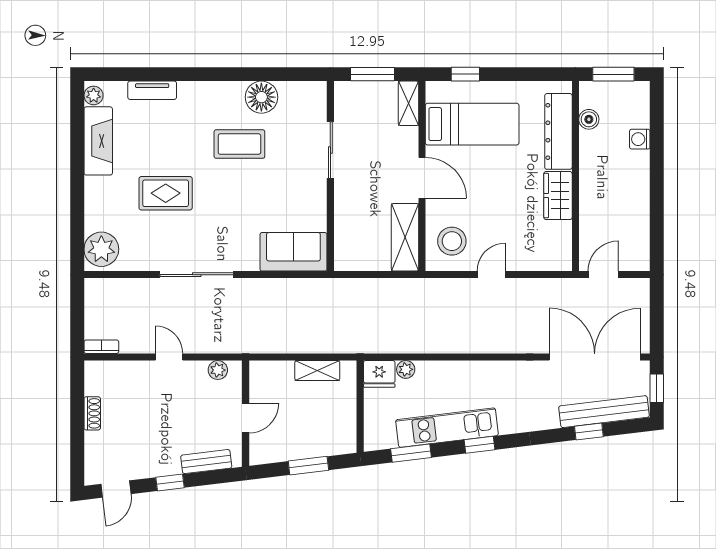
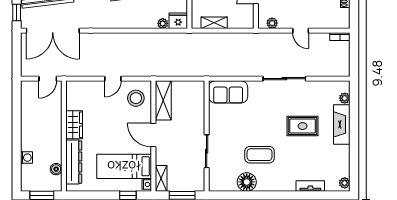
nightstand: (433, 93) -> (147, 184), added
fireplace: (98, 141) -> (342, 124), moved
plant: (101, 249) -> (345, 98), width x0.53, depth x0.53

